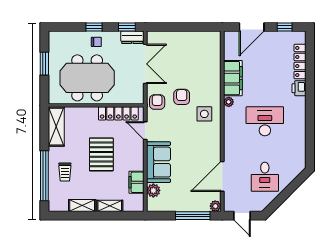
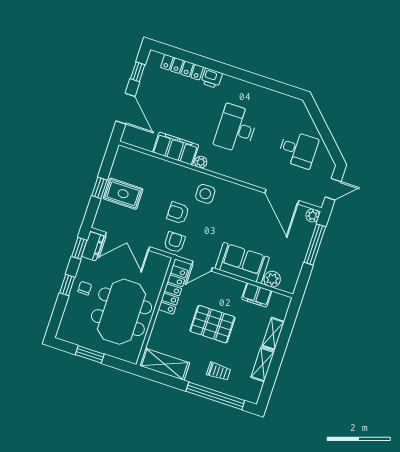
window: (181, 27) -> (99, 188), added
rug: (182, 48) -> (123, 194), added
double door: (145, 64) -> (127, 241), swing flipped
armchair: (157, 102) -> (175, 242), turned 90

